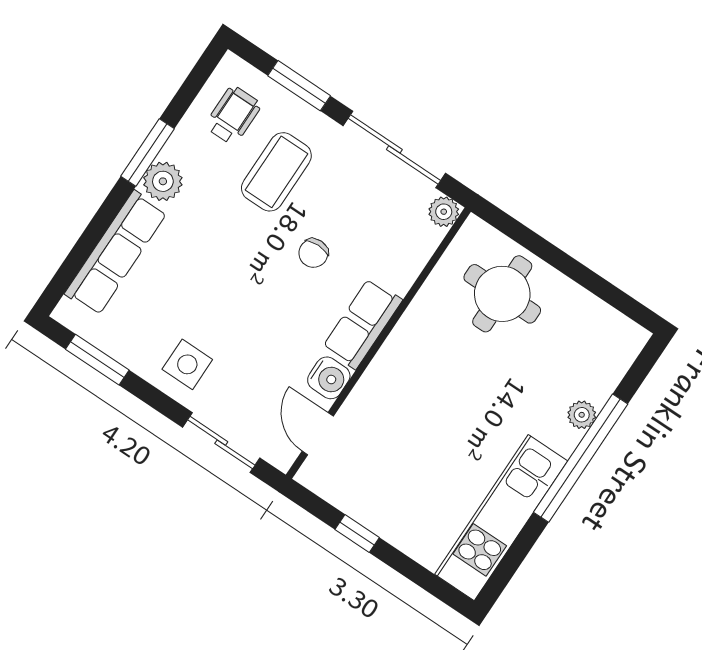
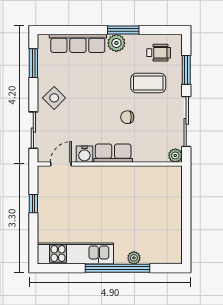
round table: (502, 294) -> (159, 198), removed
side table: (187, 364) -> (54, 98), turned 45

